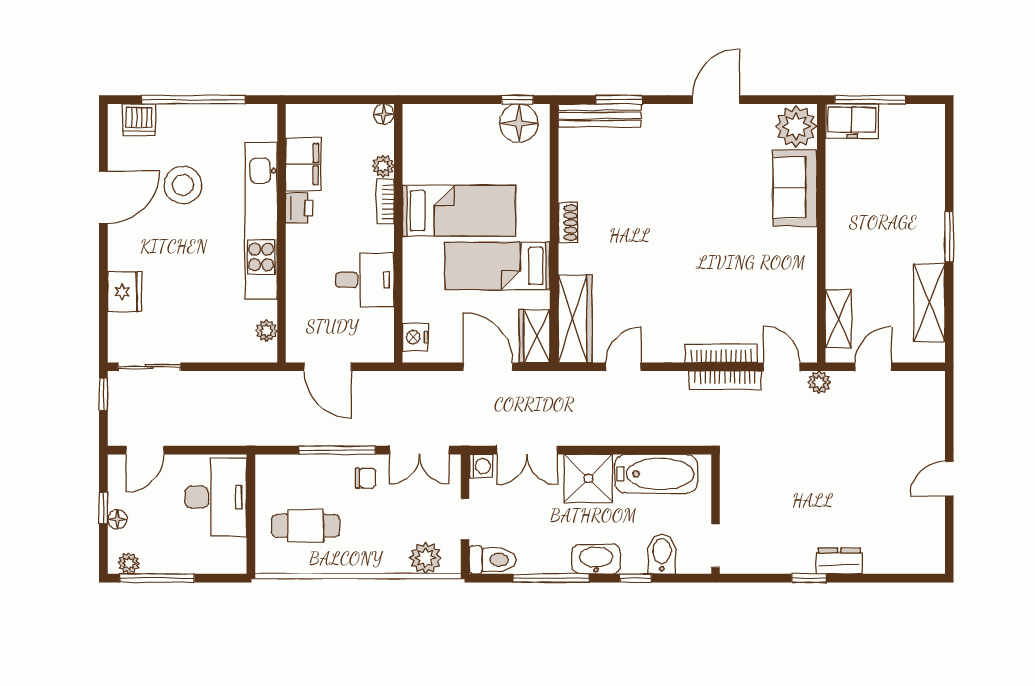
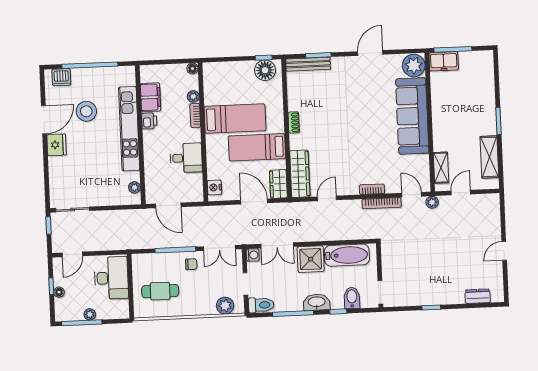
sofa: (795, 188) -> (412, 116), width x1.85, depth x1.27
fridge: (125, 292) -> (57, 145), moved
bookcase: (721, 353) -> (372, 189), width x0.64
dresser: (839, 561) -> (478, 296), moved
plant: (129, 563) -> (90, 314), moved

